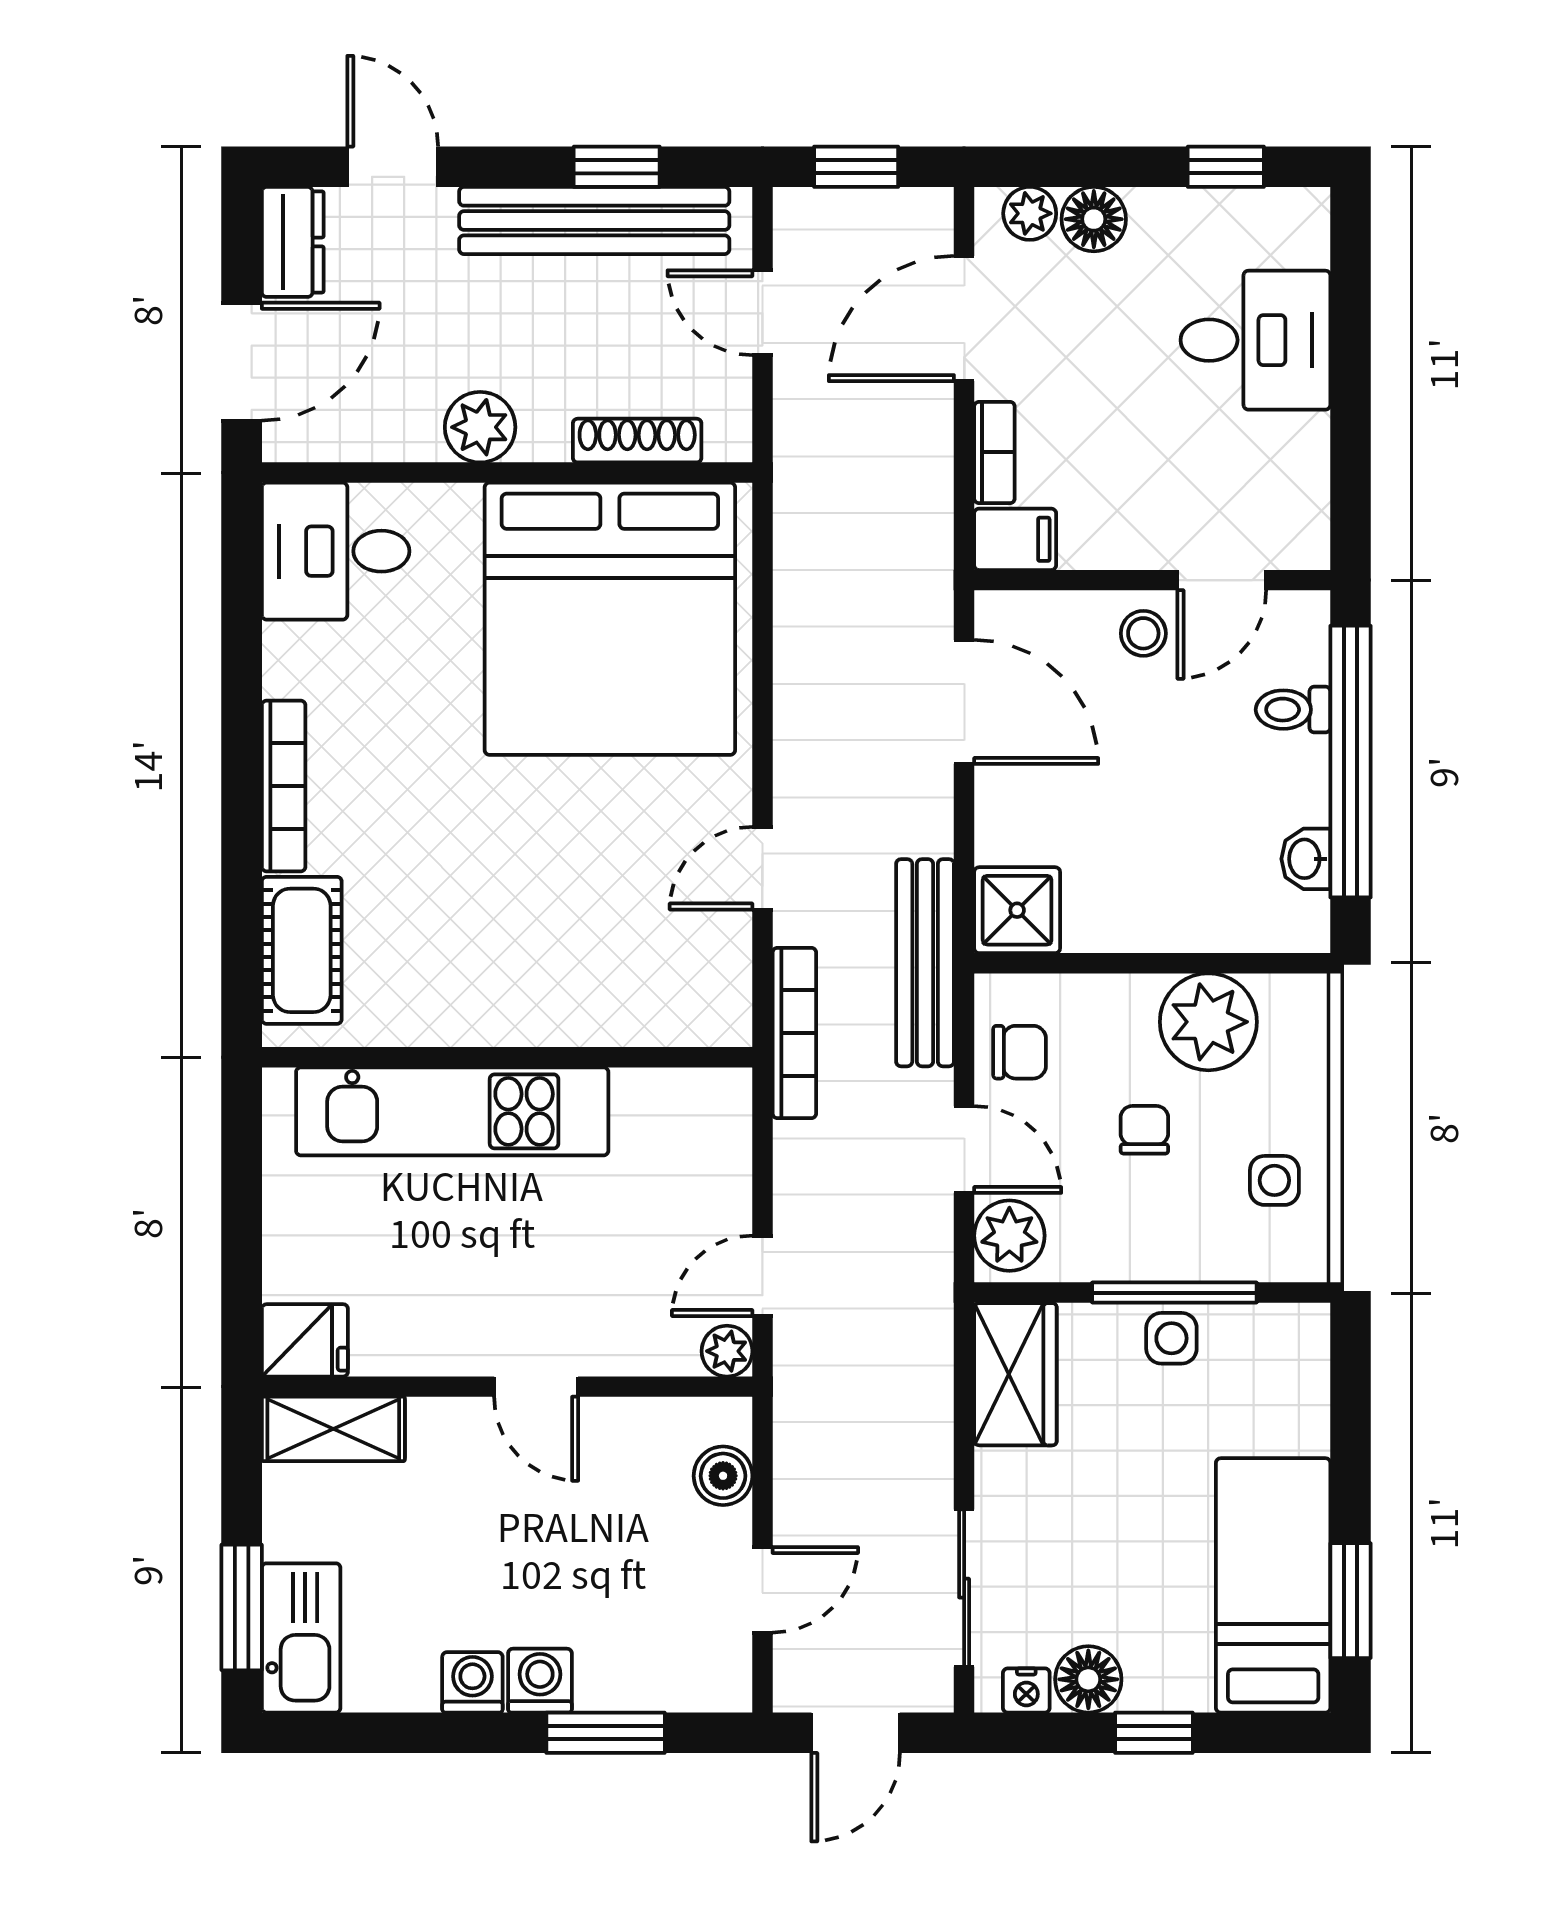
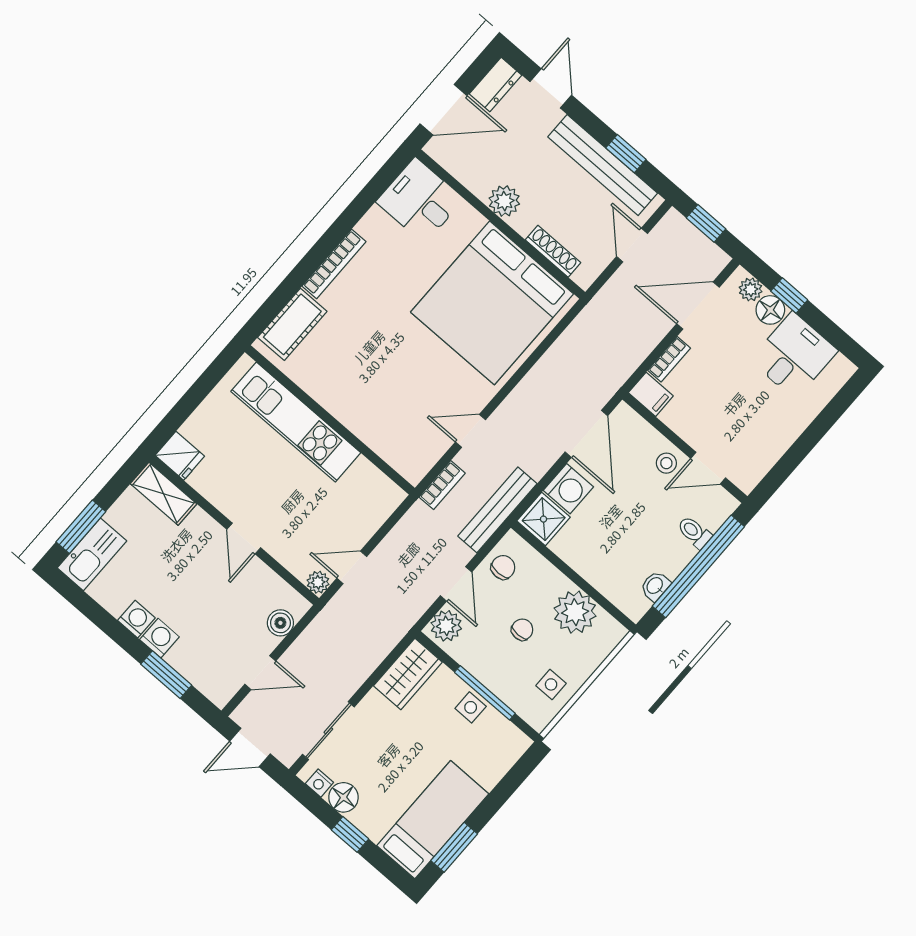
window: (1226, 167) -> (789, 296), moved
desk: (1255, 340) -> (794, 355), moved, turned -90
washing machine: (1015, 821) -> (568, 489), added
bookcase: (794, 1033) -> (442, 485), width x0.64
chair: (1020, 1052) -> (503, 567), turned -90

